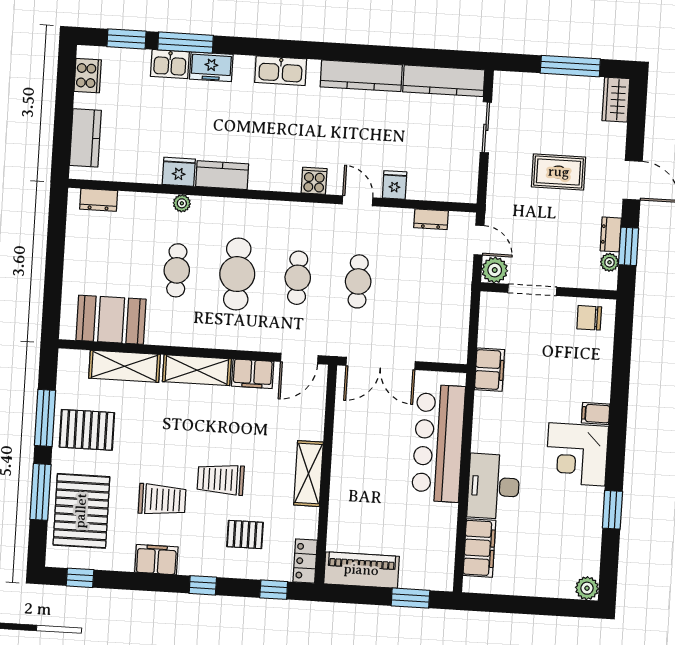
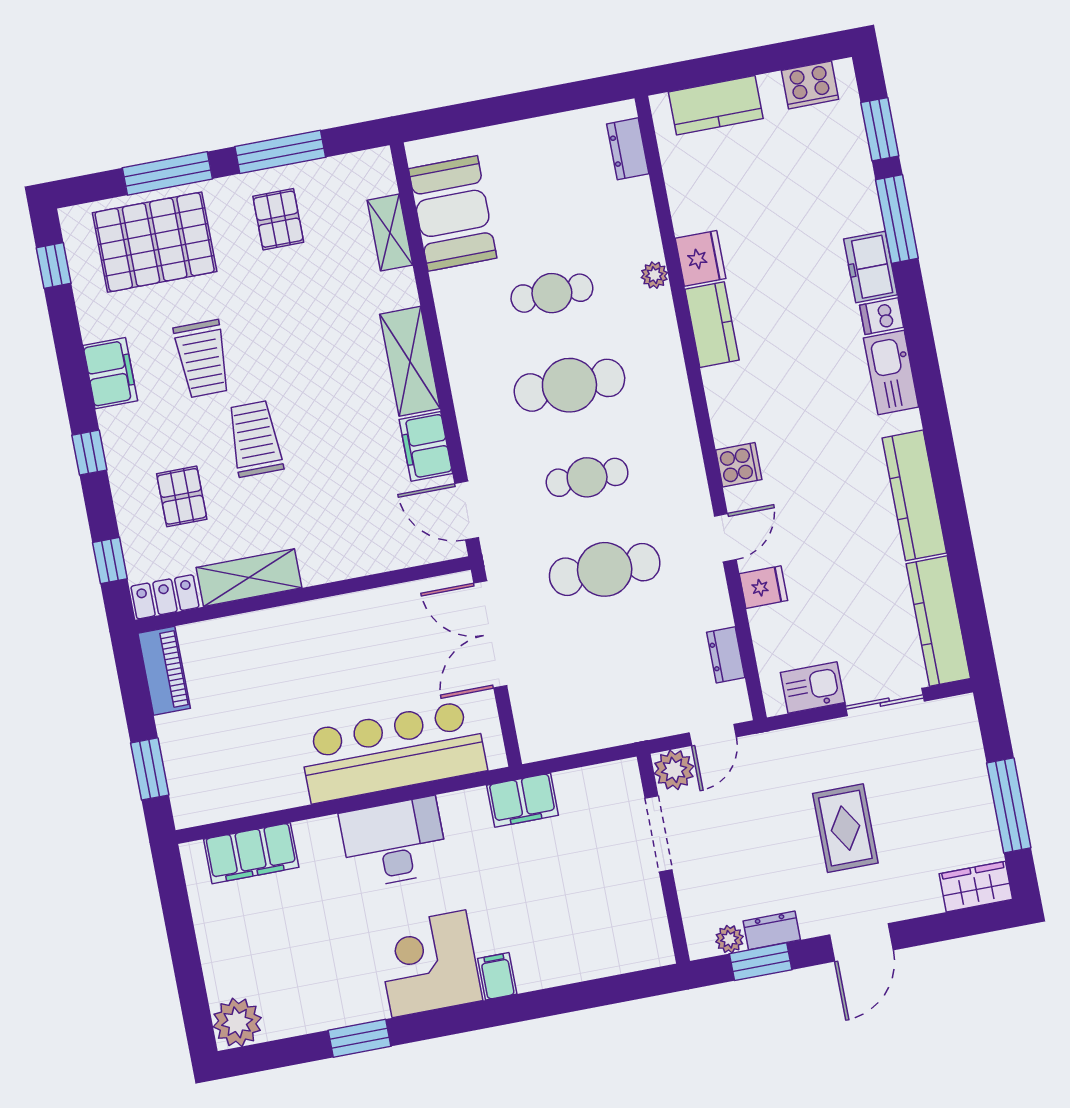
kitchen sink: (170, 64) -> (813, 687), moved, turned 90
dishwasher: (244, 68) -> (882, 316), added
cafe table: (358, 281) -> (605, 569), width x1.37, depth x1.35
chair: (589, 318) -> (638, 930), removed
shelving: (125, 366) -> (390, 233), width x0.67, depth x0.75
pallet: (87, 430) -> (278, 219), width x0.67, depth x0.71
shelving: (308, 474) -> (249, 578), moved
desk: (494, 486) -> (394, 842), moved
piano: (361, 570) -> (164, 671), width x0.73, depth x0.75
plant: (587, 588) -> (237, 1022), width x1.36, depth x1.36

